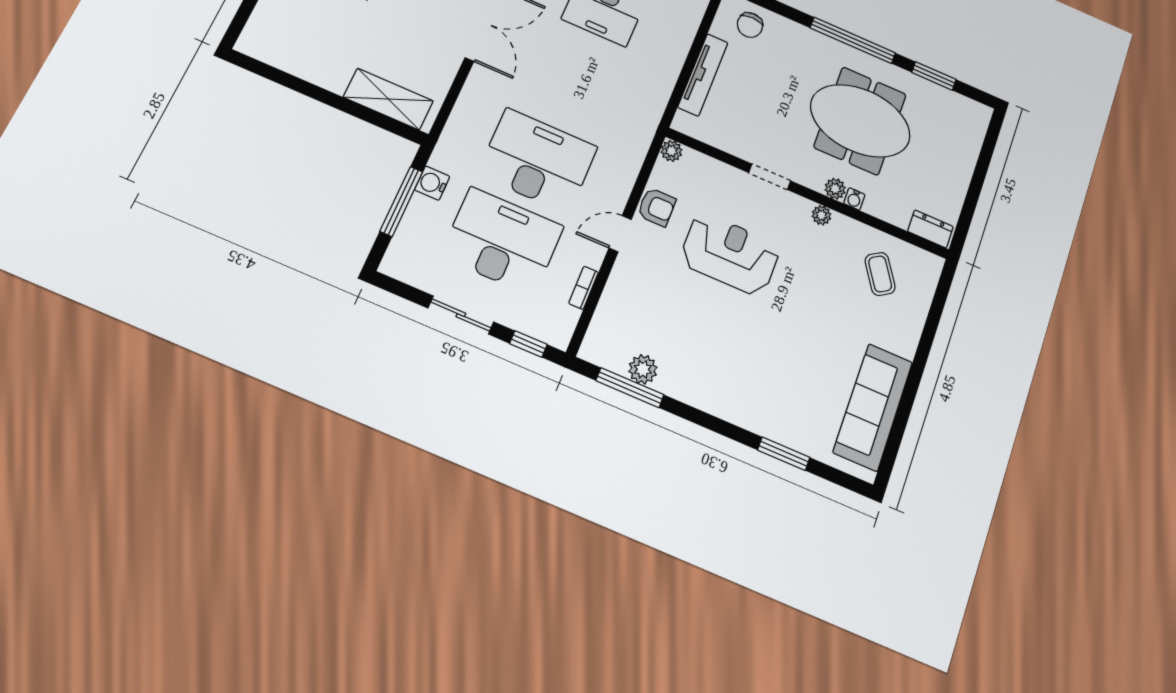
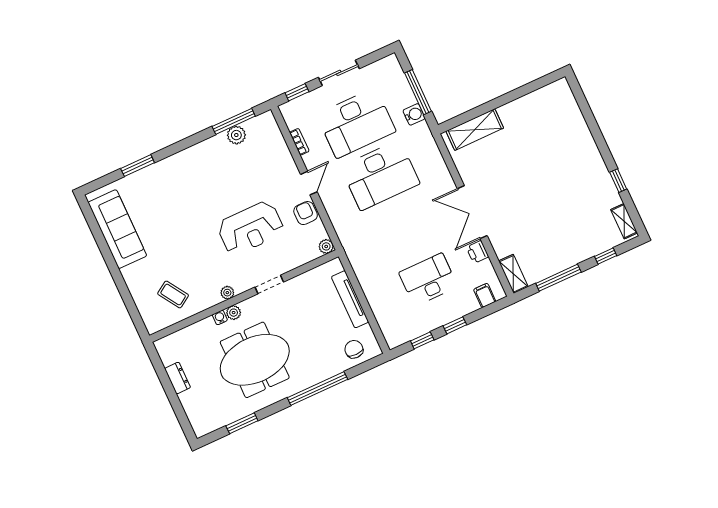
window: (853, 40) -> (317, 389), moved
armchair: (657, 207) -> (306, 213), turned 90
dresser: (930, 229) -> (178, 378), moved, turned -90

